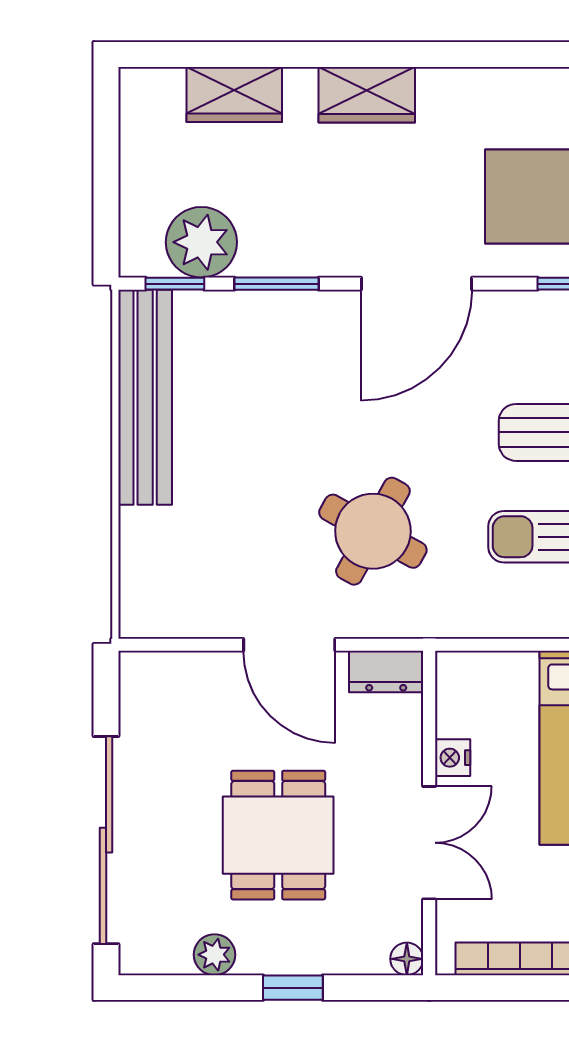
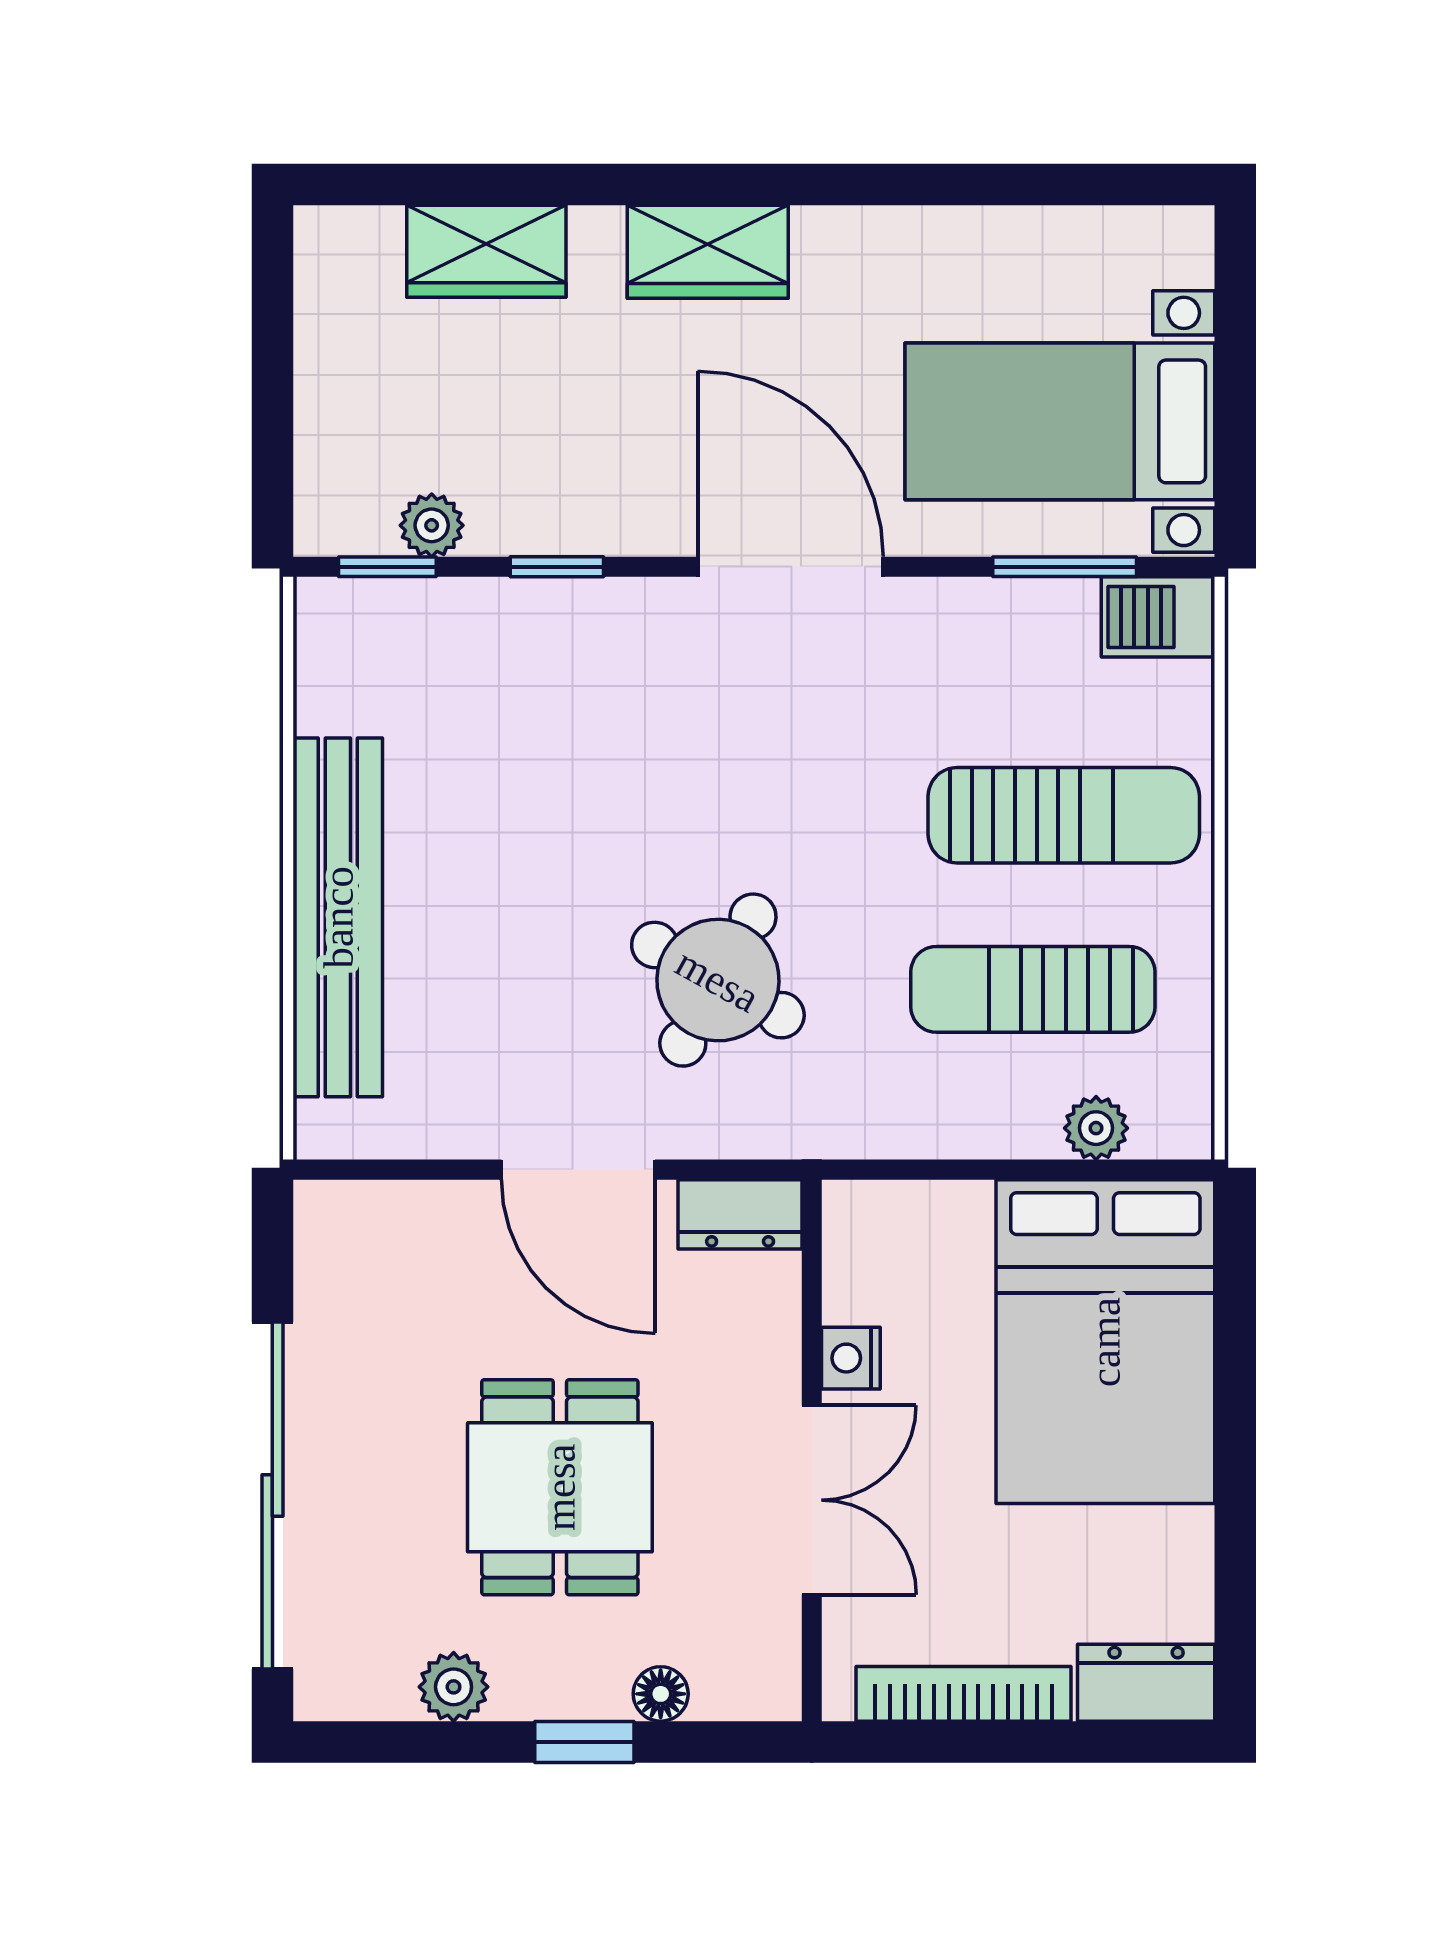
plant: (201, 242) -> (432, 525), width x0.53, depth x0.53
window: (276, 284) -> (557, 567), width x0.67
door: (416, 284) -> (791, 567), swing flipped
bench: (145, 397) -> (338, 917), moved
floor lamp: (407, 959) -> (661, 1694), moved

